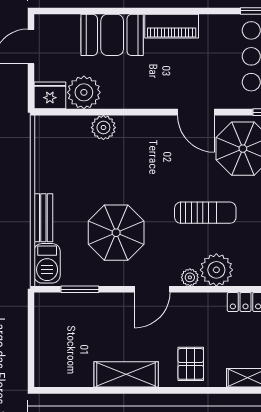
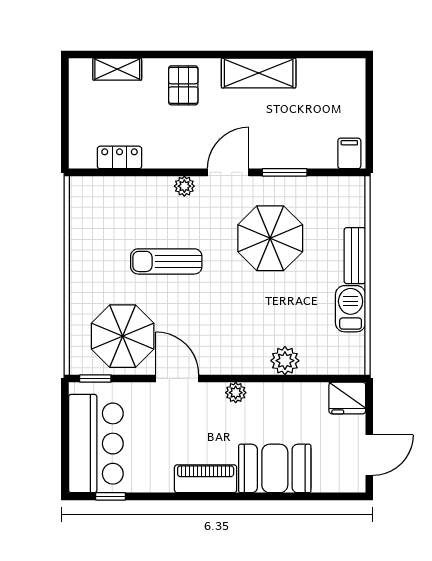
plant: (84, 92) -> (236, 393), moved, width x0.53, depth x0.53
barbecue: (47, 263) -> (351, 309), moved
plant: (216, 270) -> (153, 195), removed
window: (80, 289) -> (285, 172), moved
filing cabinet: (48, 305) -> (349, 153), added

